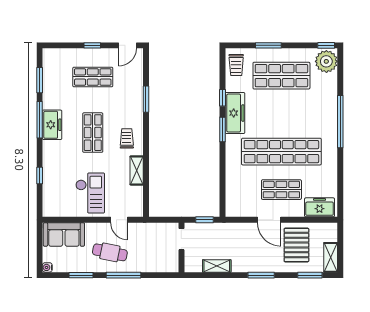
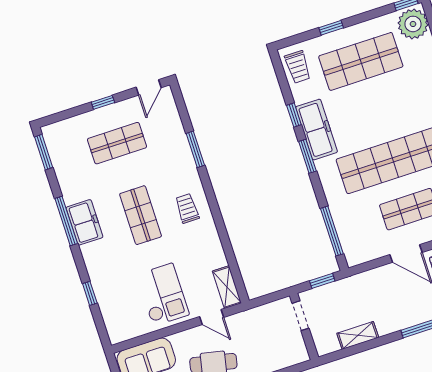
window: (268, 45) -> (331, 28), width x0.67
window: (40, 80) -> (44, 152), moved
shelving: (137, 170) -> (227, 287), moved
window: (223, 187) -> (332, 231), added

